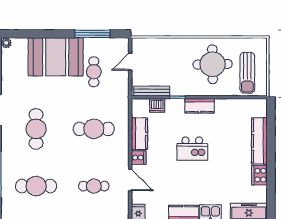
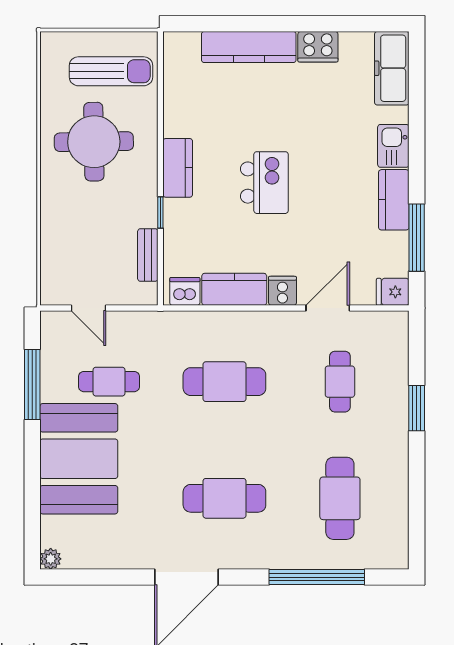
bench: (152, 91) -> (148, 255), width x0.73
dishwasher: (157, 105) -> (185, 291), moved, turned -90
cafe table: (94, 129) -> (224, 382), turned 90

